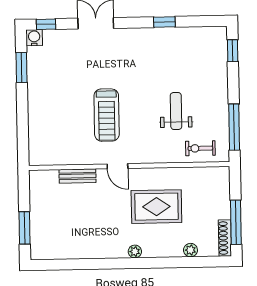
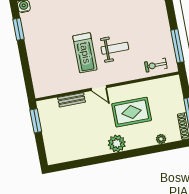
weight bench: (176, 111) -> (115, 48), moved, turned 90
window: (25, 228) -> (36, 121), moved
plant: (135, 251) -> (117, 143), width x1.88, depth x1.88

